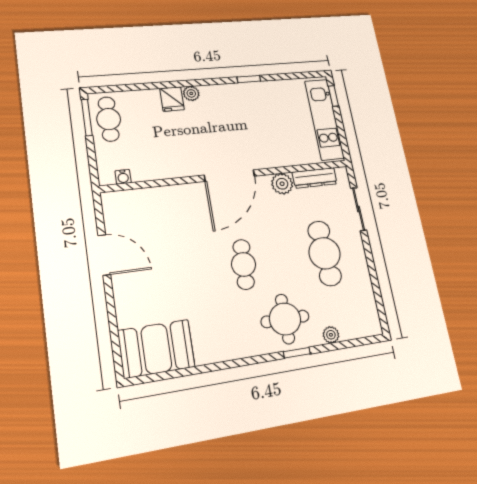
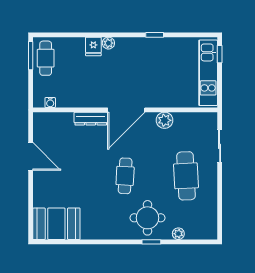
dresser: (315, 178) -> (91, 119), moved

